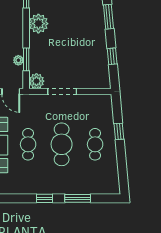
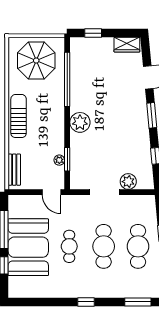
plant: (36, 81) -> (128, 182), moved
cafe table: (95, 144) -> (138, 246), width x1.37, depth x1.35
window: (78, 198) -> (138, 302), moved

